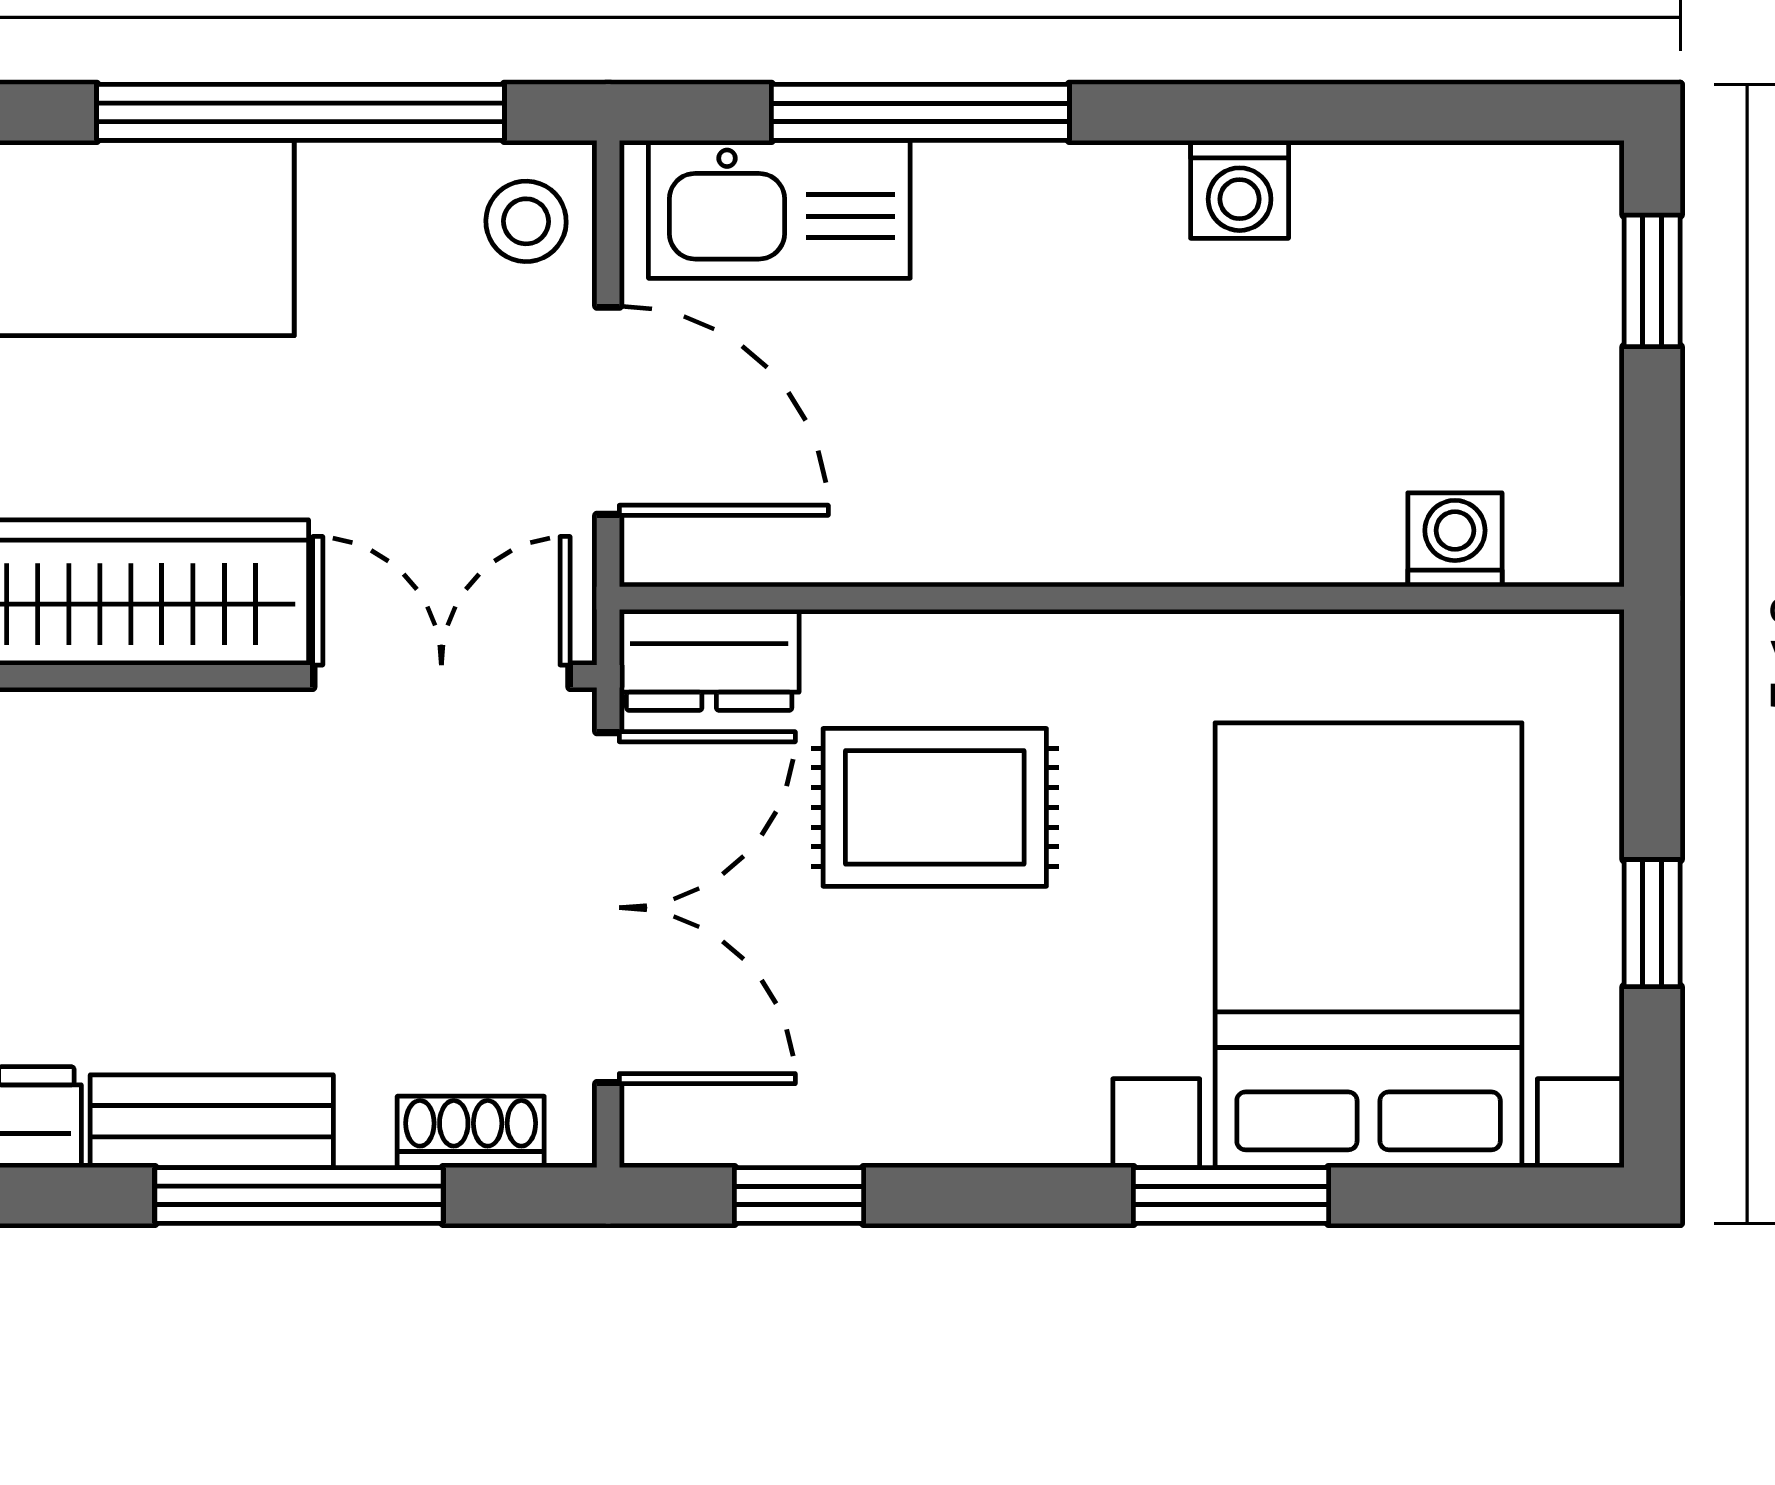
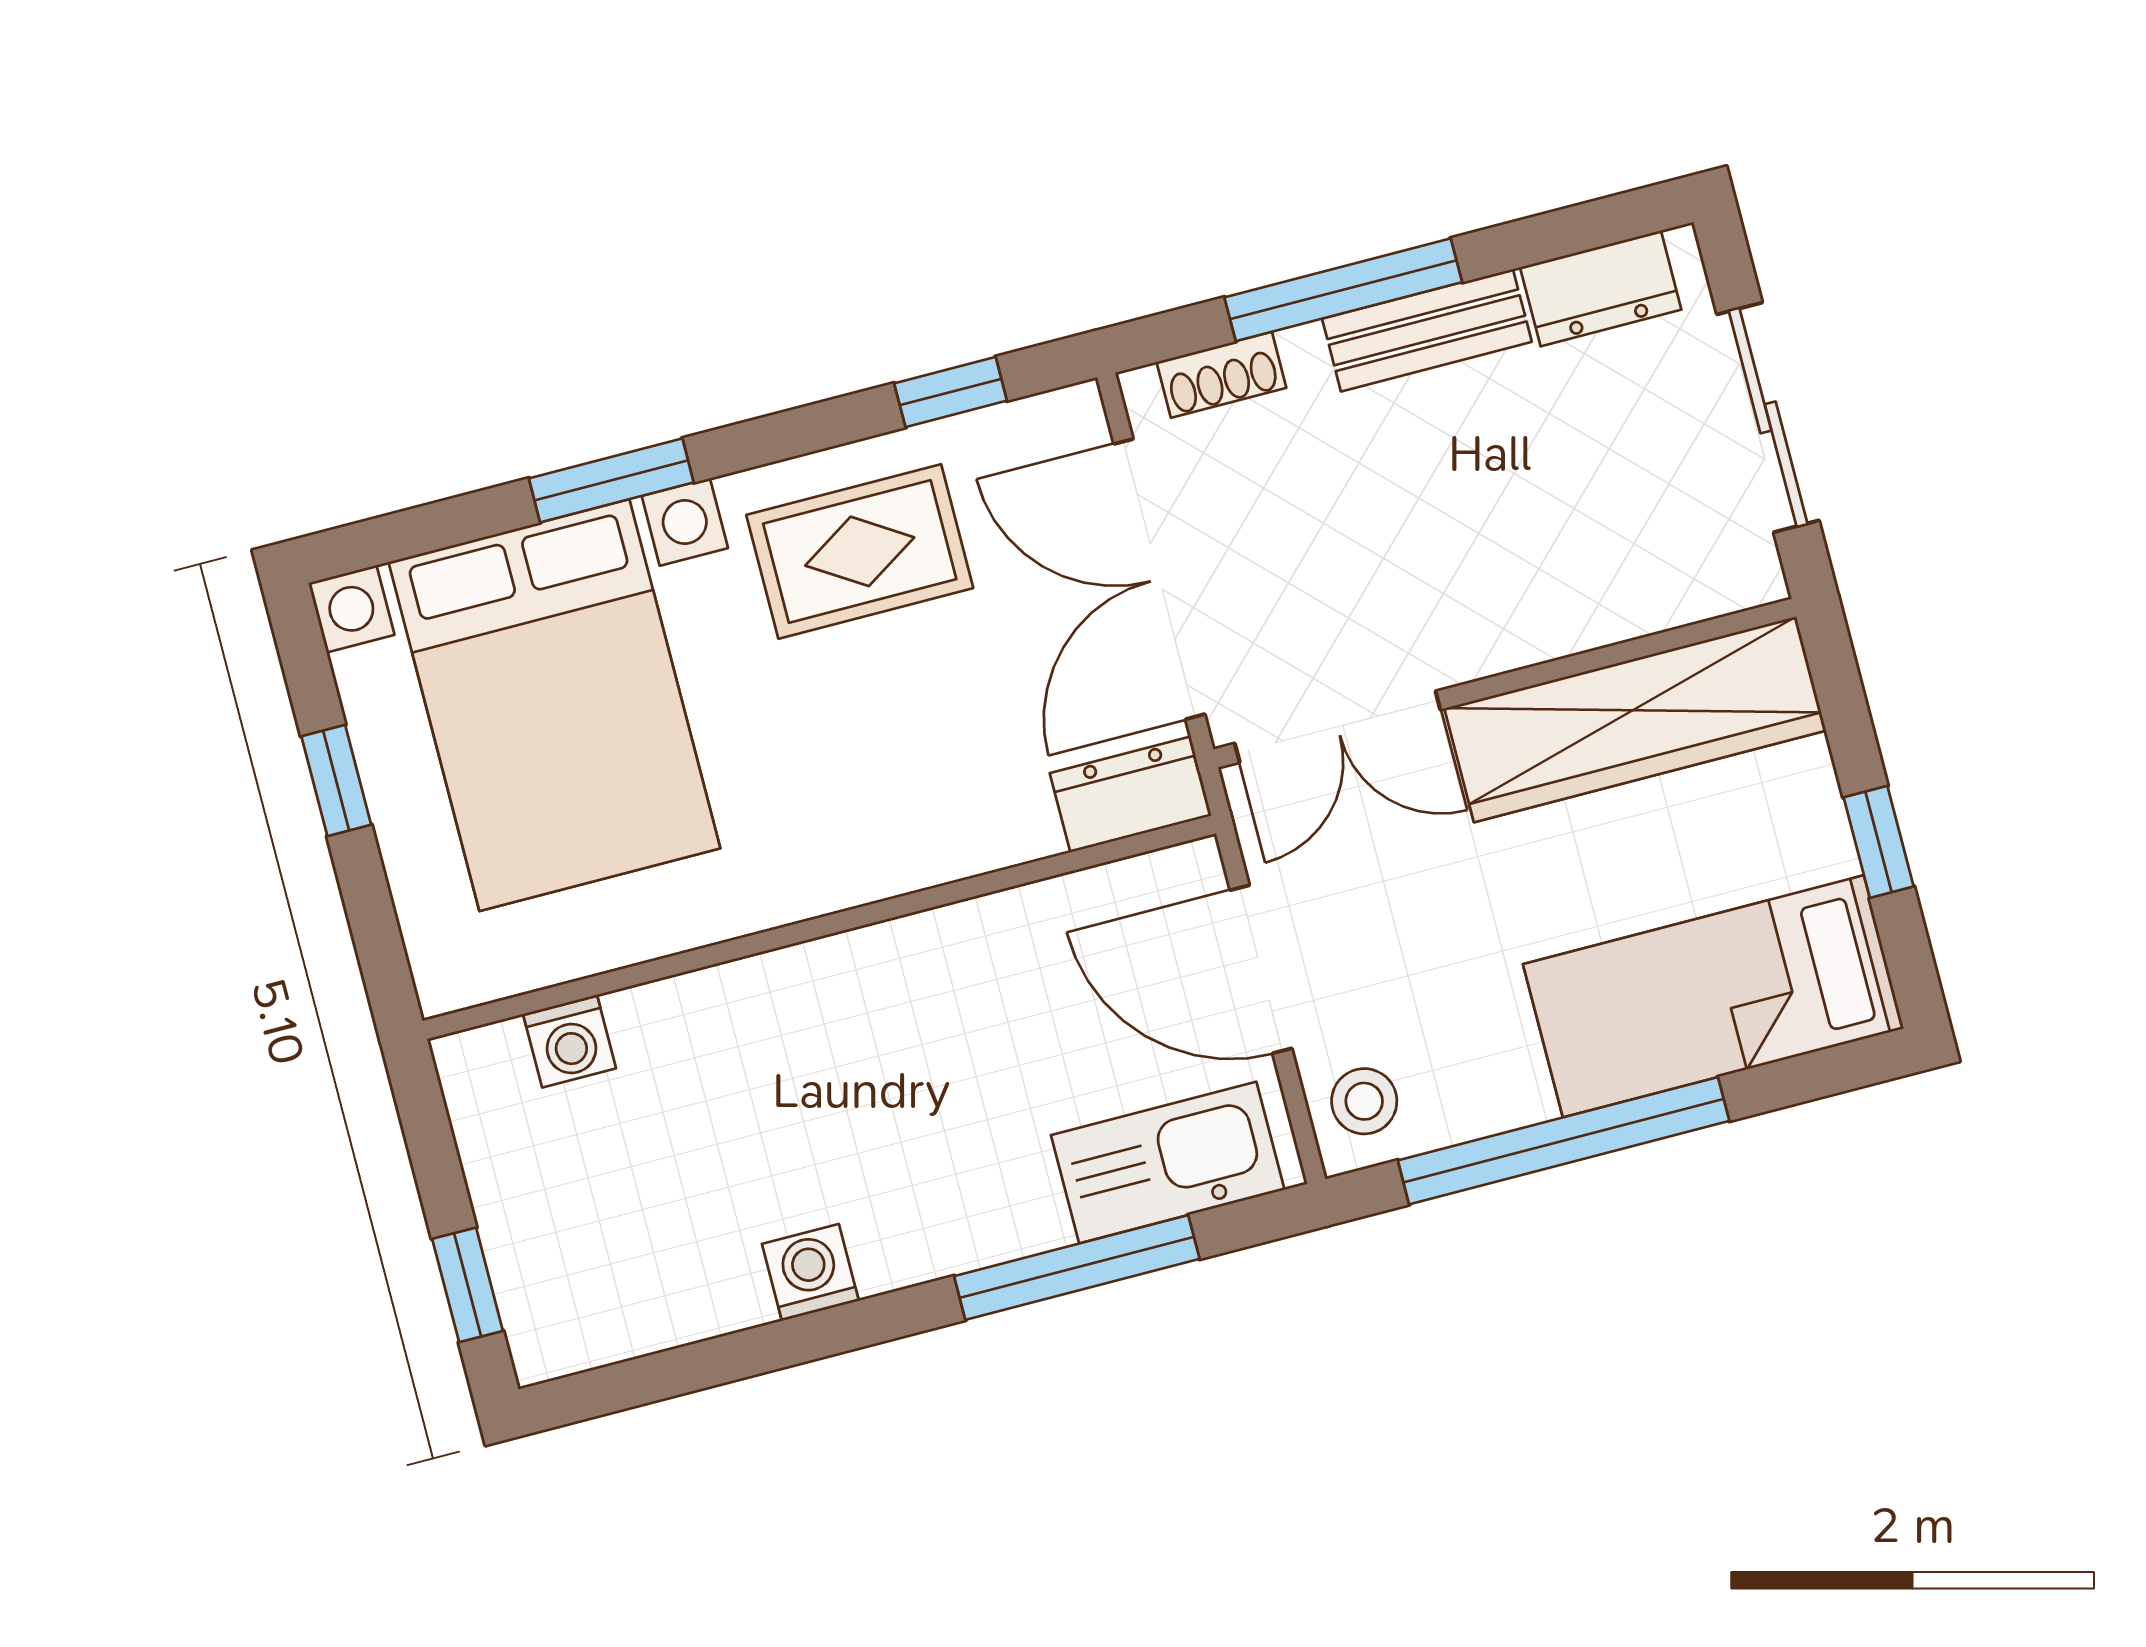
rug: (935, 807) -> (860, 551), moved

